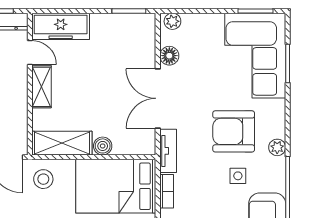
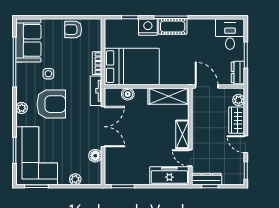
plant: (172, 21) -> (75, 179), moved
boiler: (103, 146) -> (128, 94), moved
plant: (277, 147) -> (22, 108), moved
stool: (43, 179) -> (181, 72), removed

